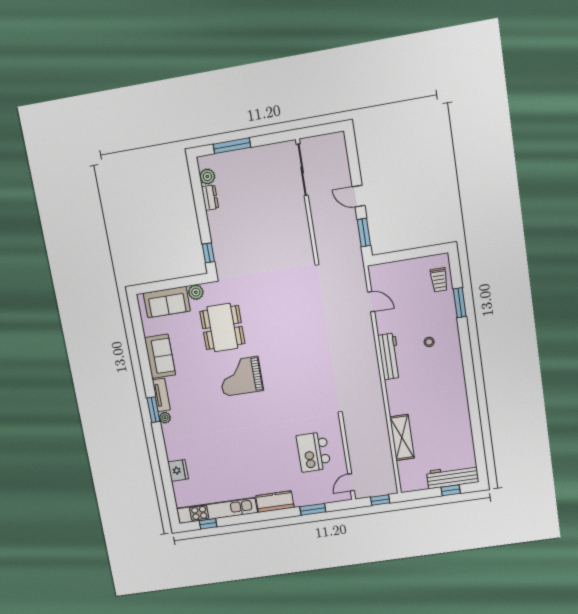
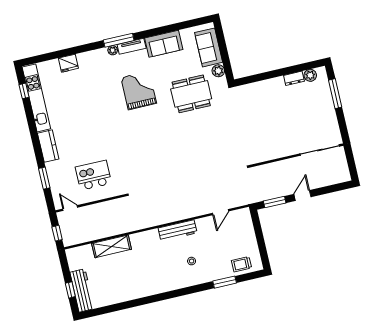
window: (208, 253) -> (250, 79), removed
grand piano: (241, 376) -> (139, 90), moved
window: (153, 410) -> (119, 40), width x1.44

